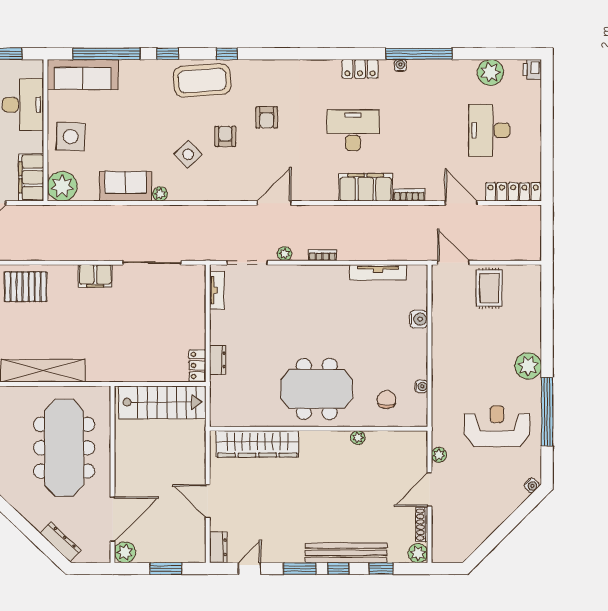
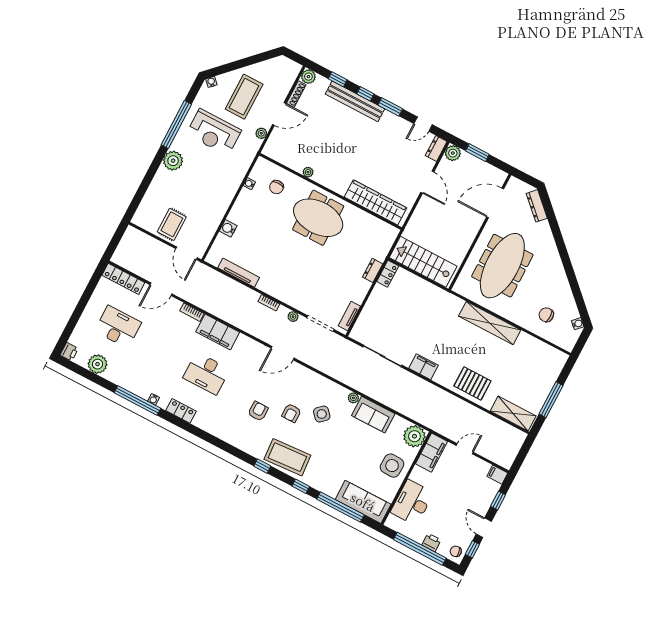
desk: (489, 130) -> (118, 327), turned -90
door: (461, 203) -> (161, 289), hinge flipped
coffee table: (483, 488) -> (244, 97), added
plant: (125, 552) -> (453, 153), moved

